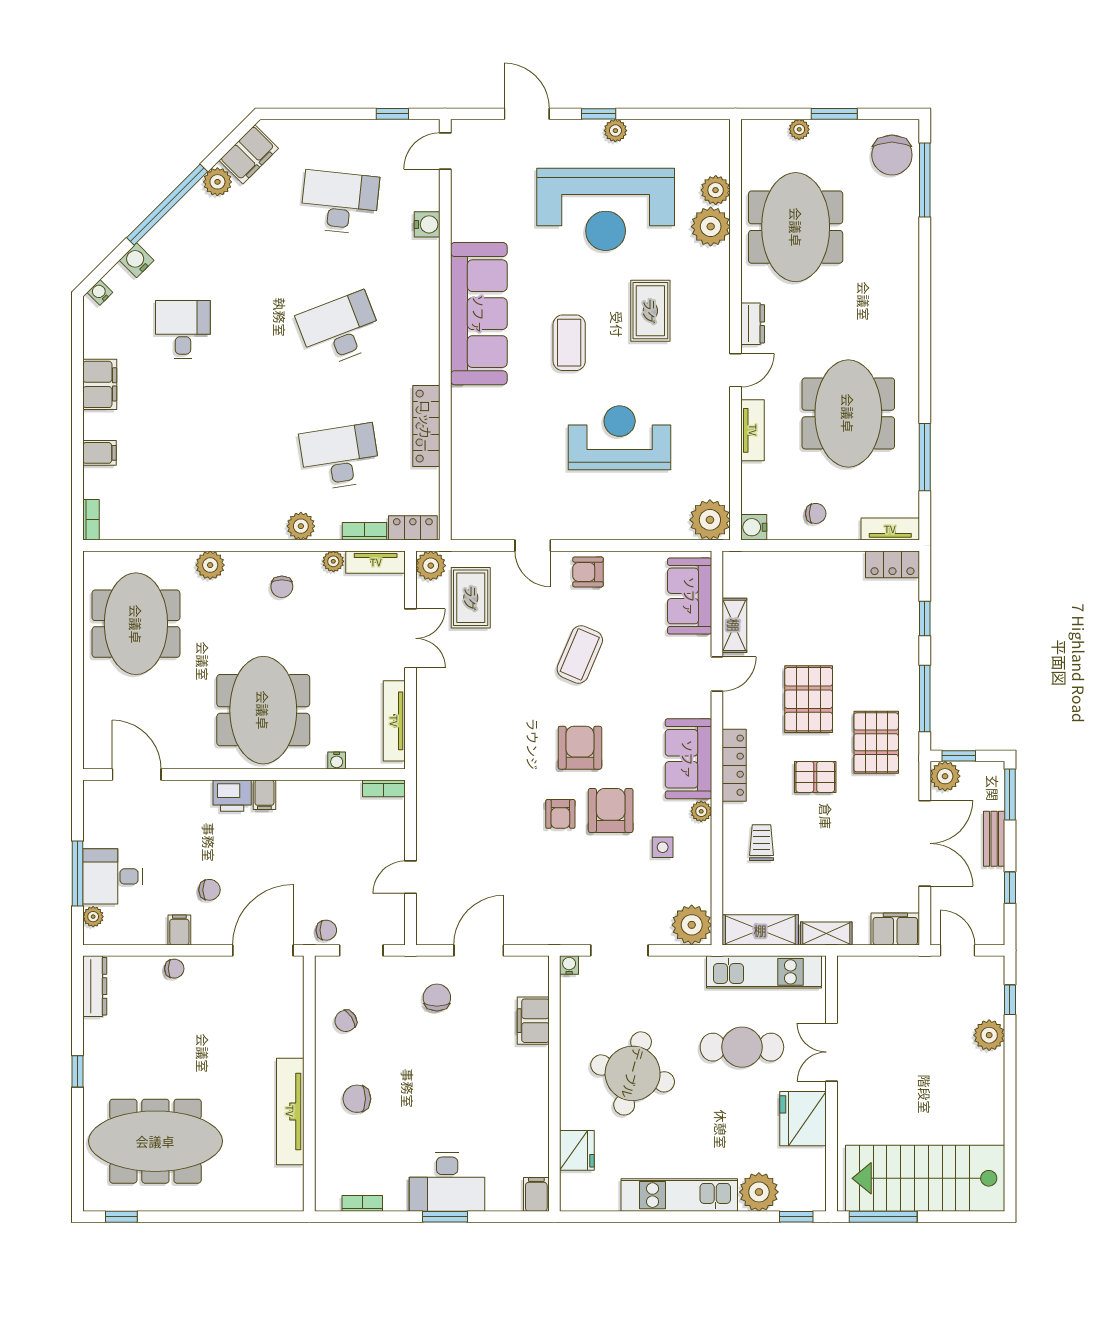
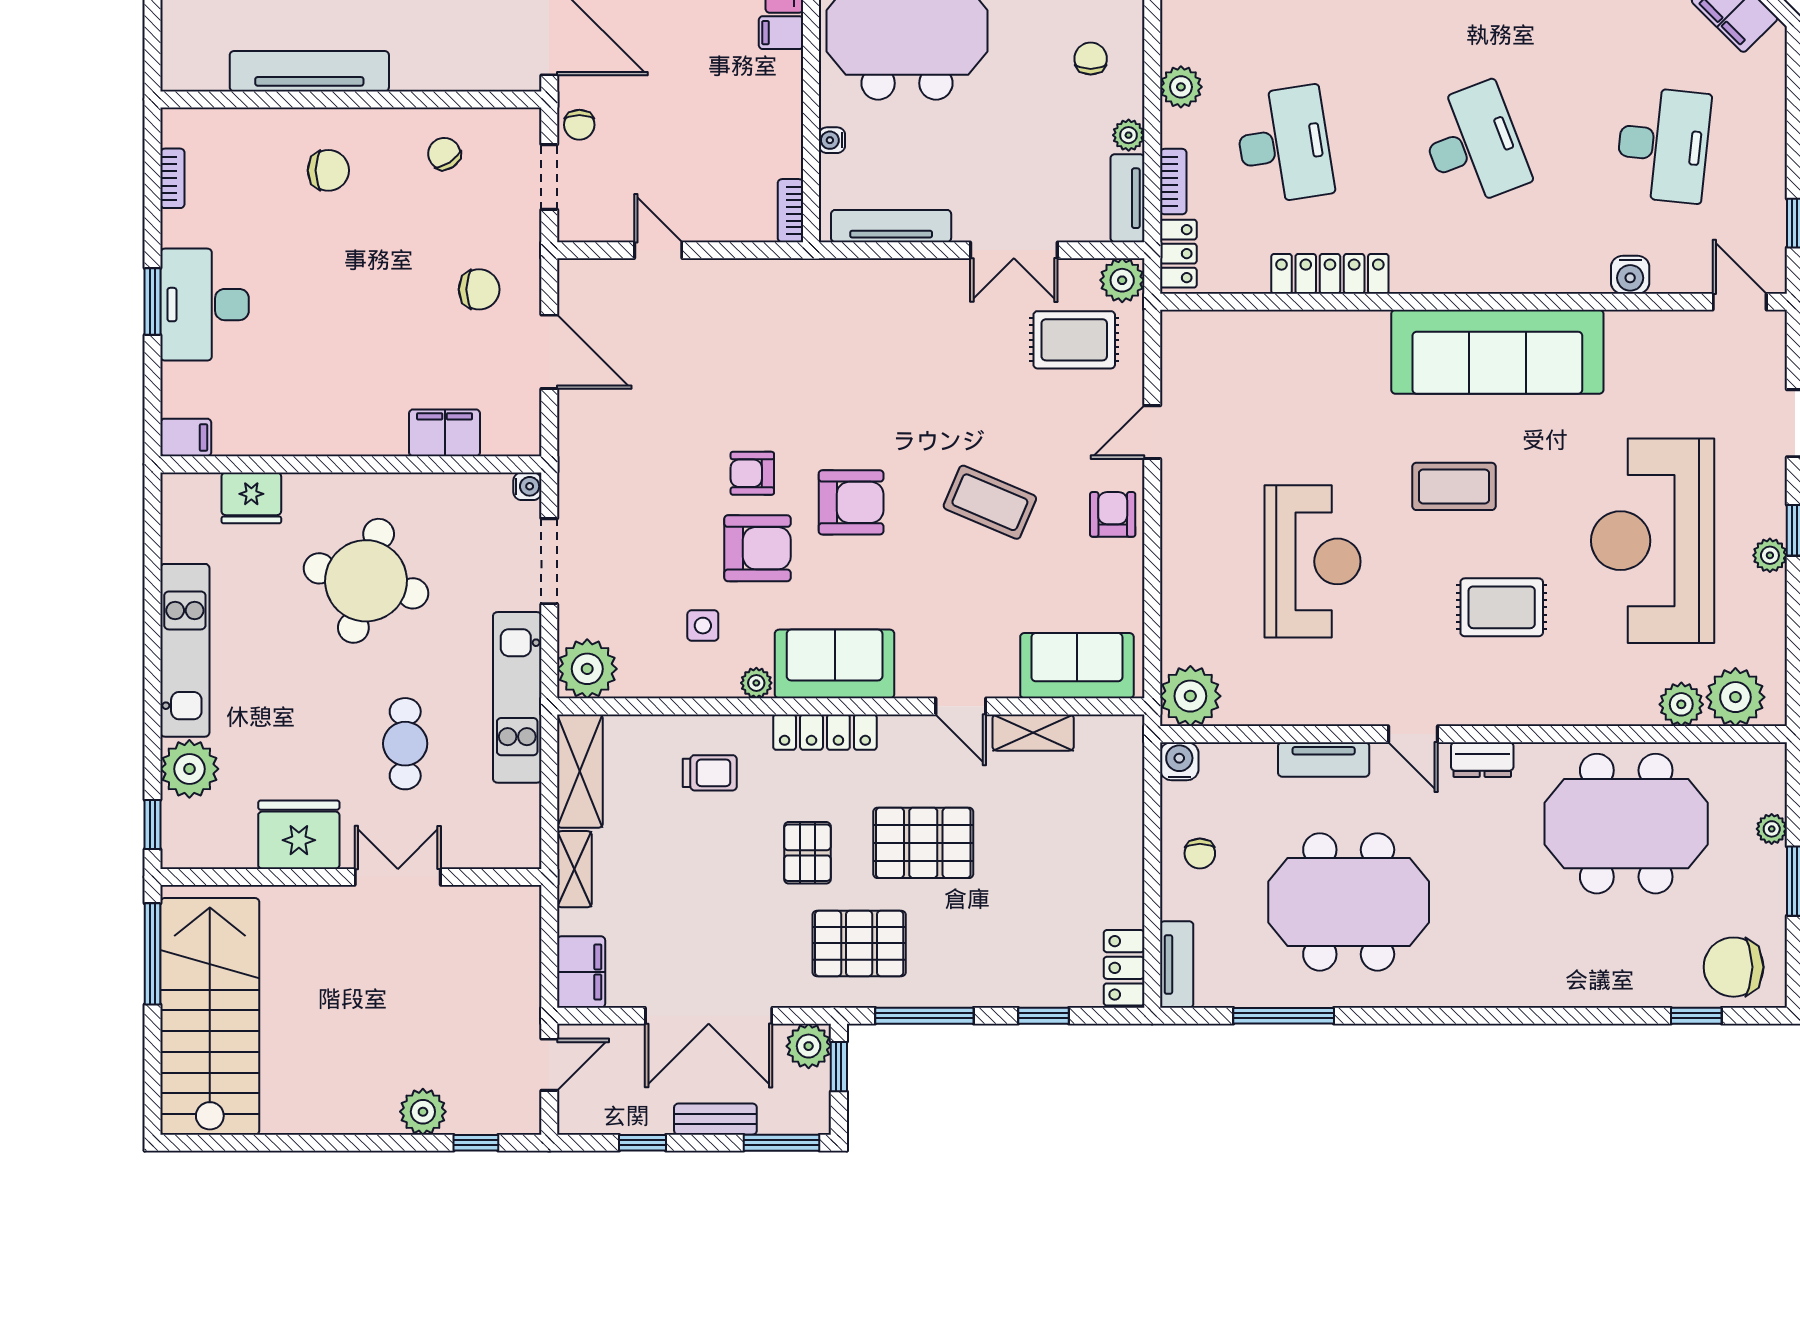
window: (925, 180) -> (1696, 1016), width x0.46
plant: (711, 227) -> (1735, 697), moved
chair: (282, 587) -> (1091, 59), turned 90
kitchen unit: (764, 972) -> (517, 697), moved
cafe table: (742, 1047) -> (405, 744), width x0.73, depth x0.74
chair: (357, 1099) -> (328, 170), turned 90

